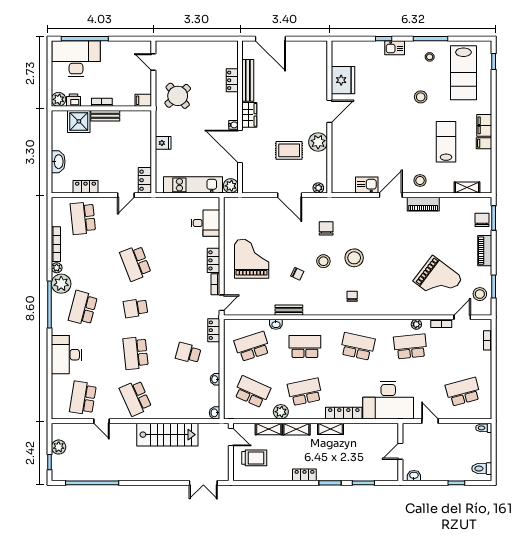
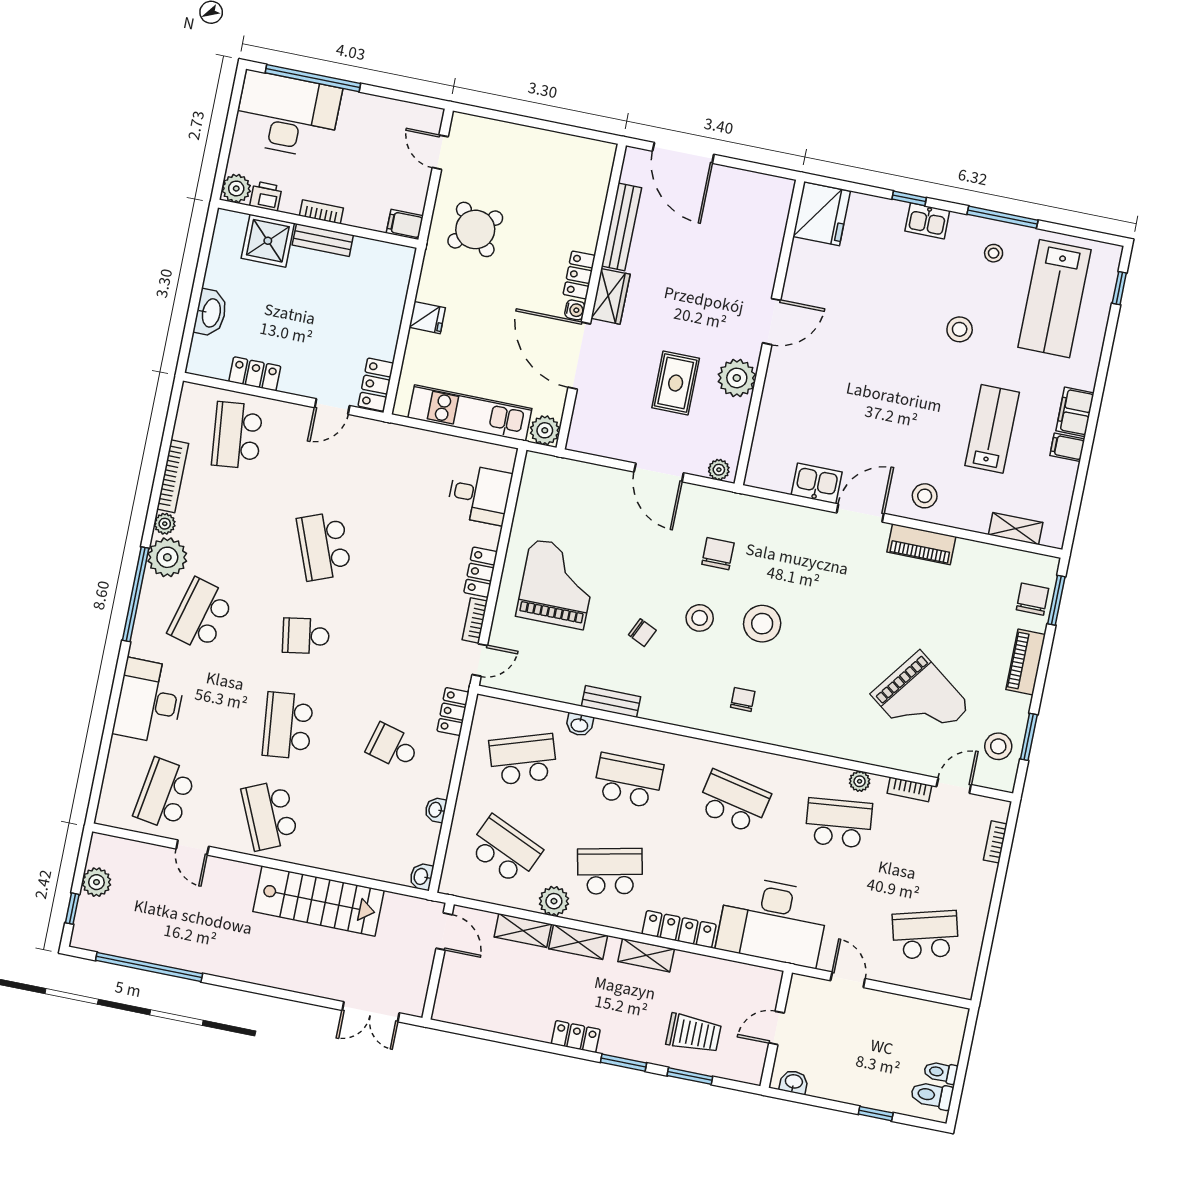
locker: (232, 80) -> (579, 275), moved
fridge: (343, 80) -> (822, 214), moved
rug: (289, 150) -> (676, 383), turned 90
toilet: (484, 428) -> (941, 1072), moved
trolley: (254, 458) -> (694, 1033), moved

